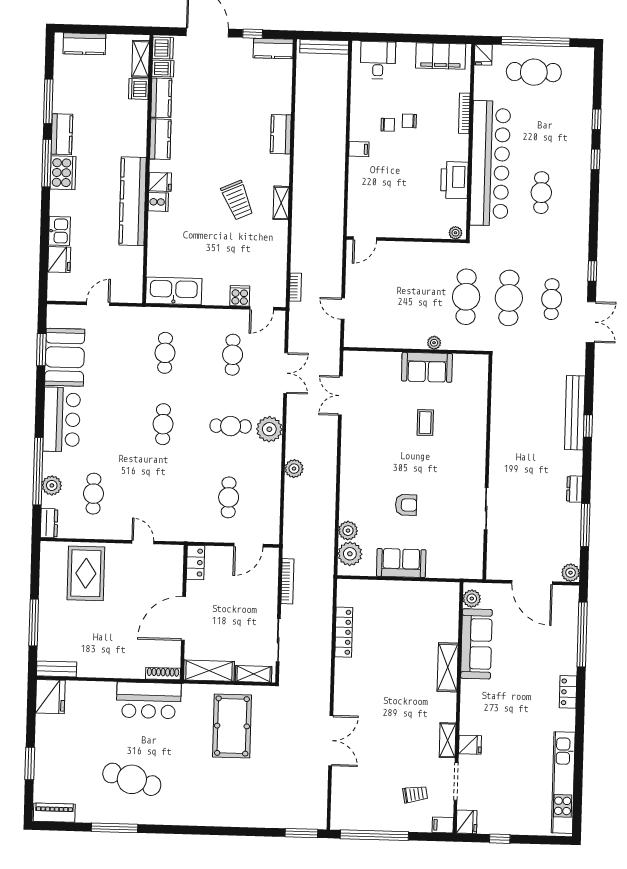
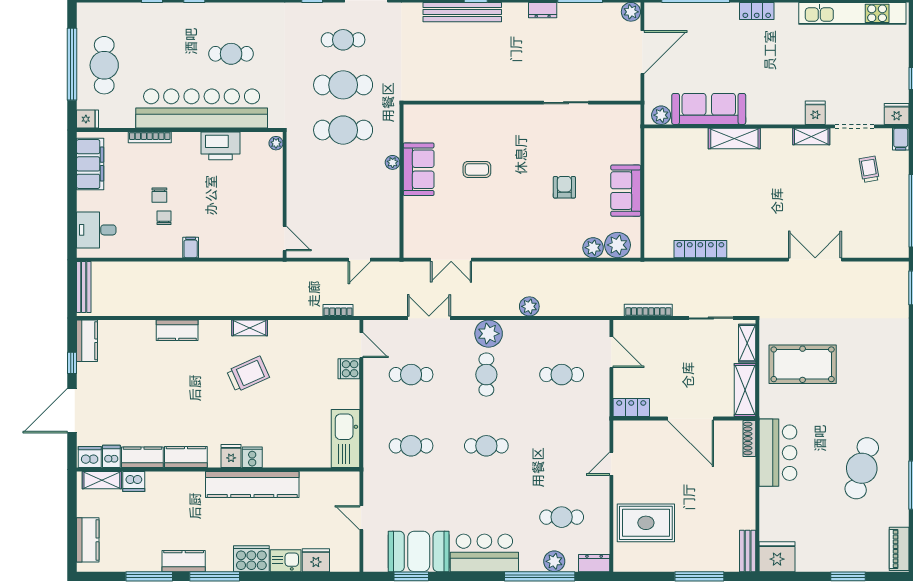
cooker: (63, 173) -> (251, 559), moved

